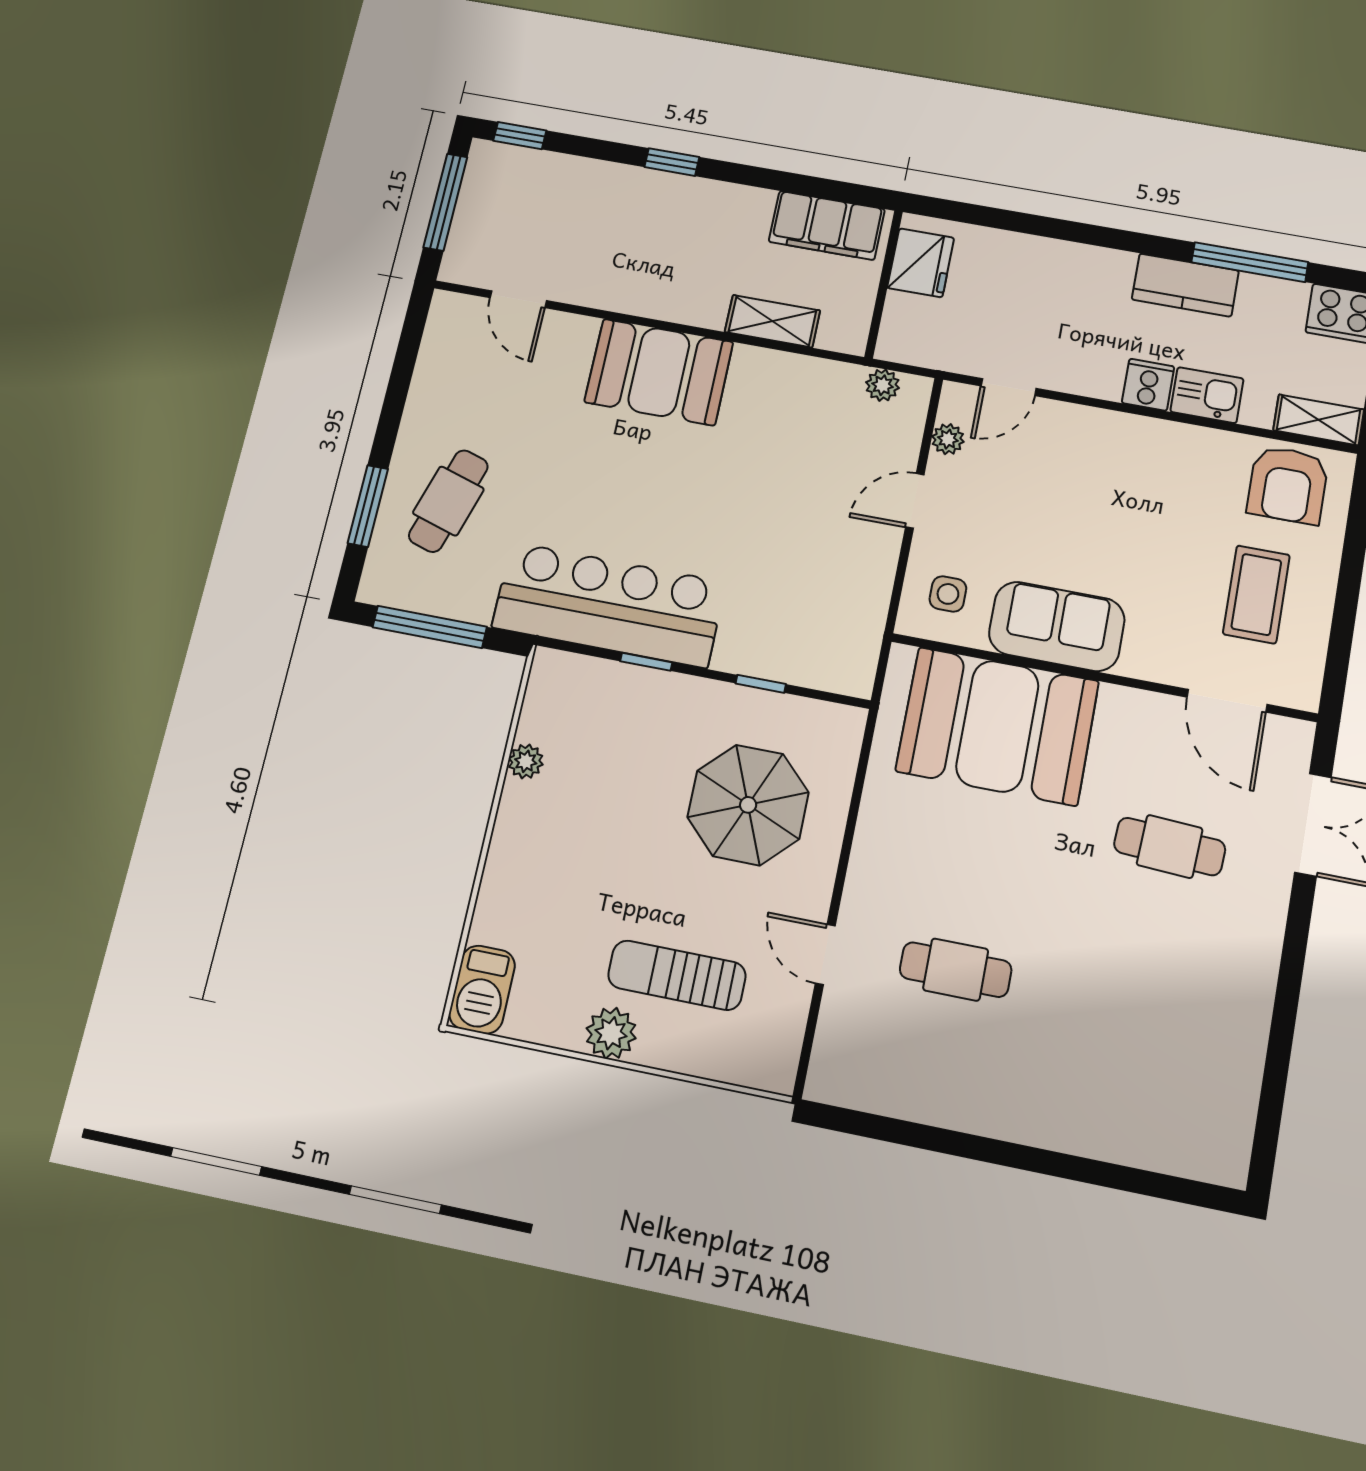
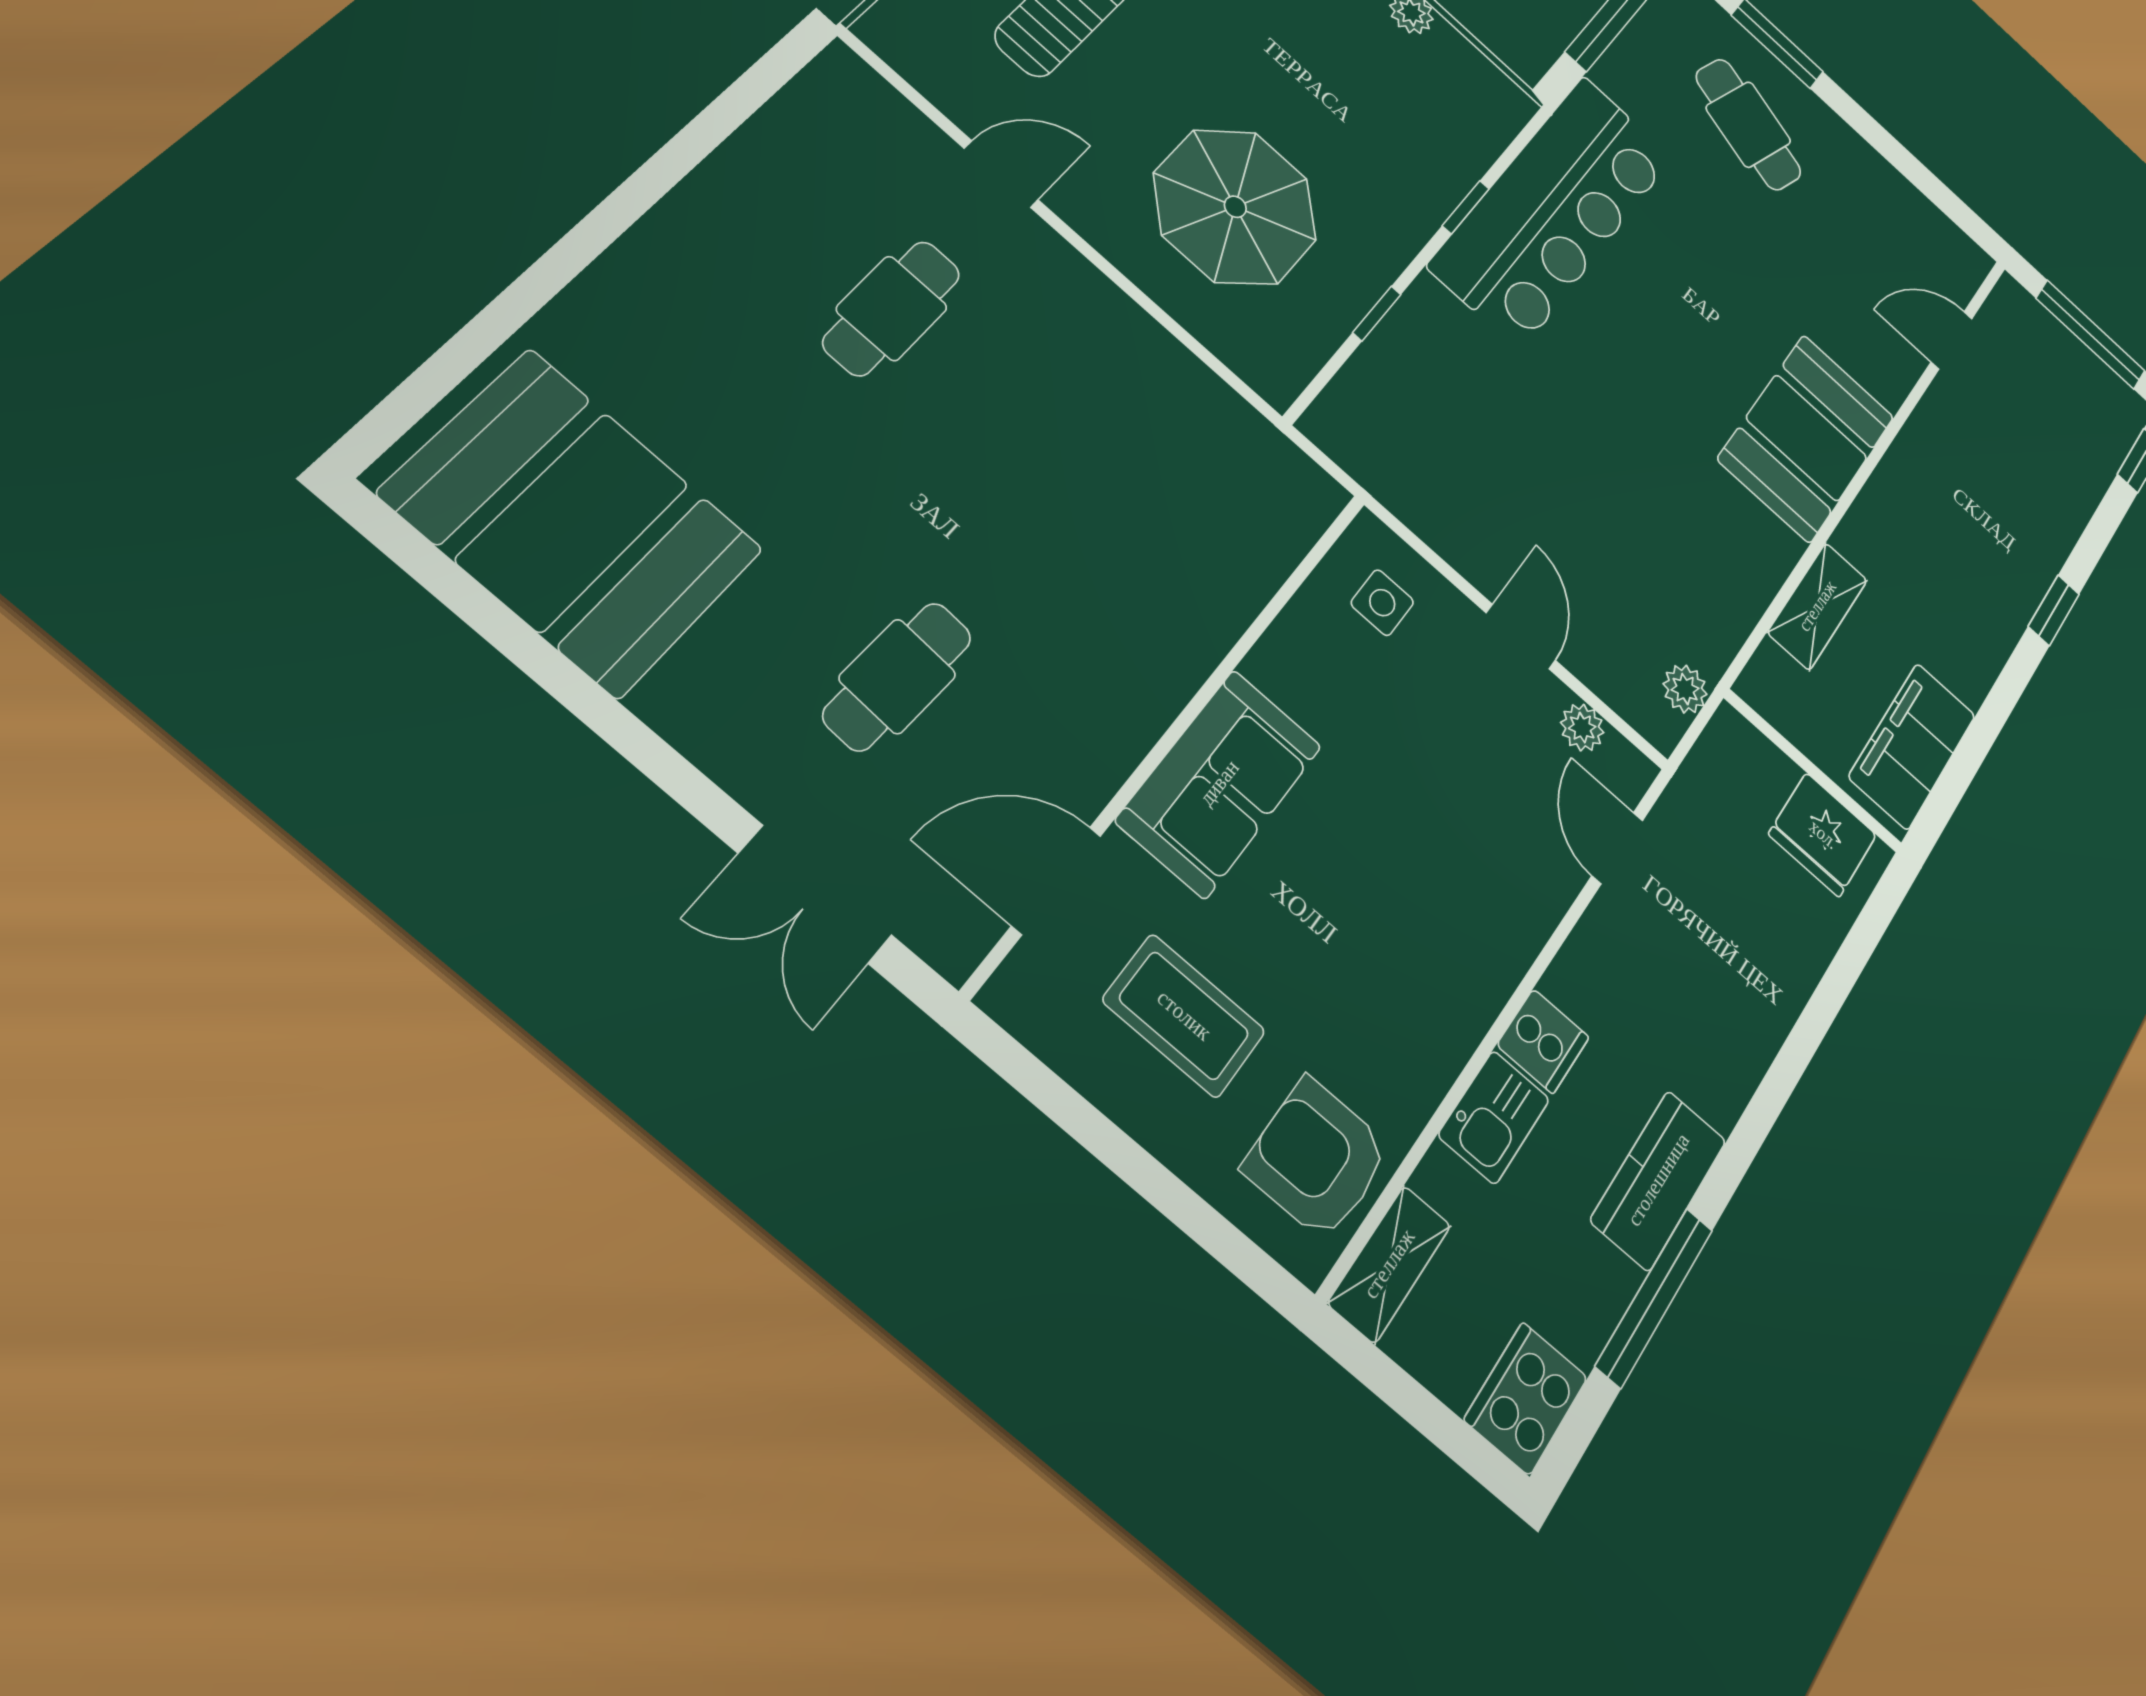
sofa: (1057, 626) -> (1220, 783), moved
booth: (997, 726) -> (573, 522), moved, turned 90

